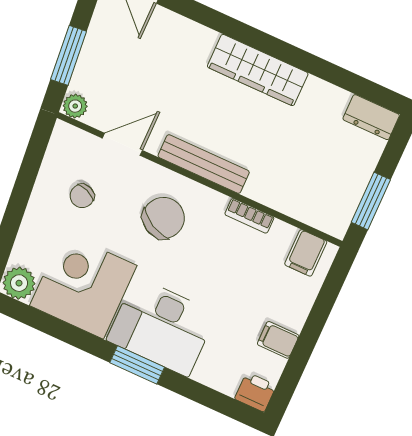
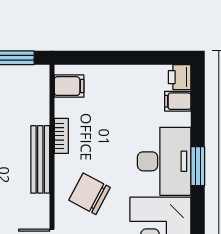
bench: (204, 164) -> (40, 159), moved
filing cabinet: (278, 340) -> (178, 101), moved, turned 90

